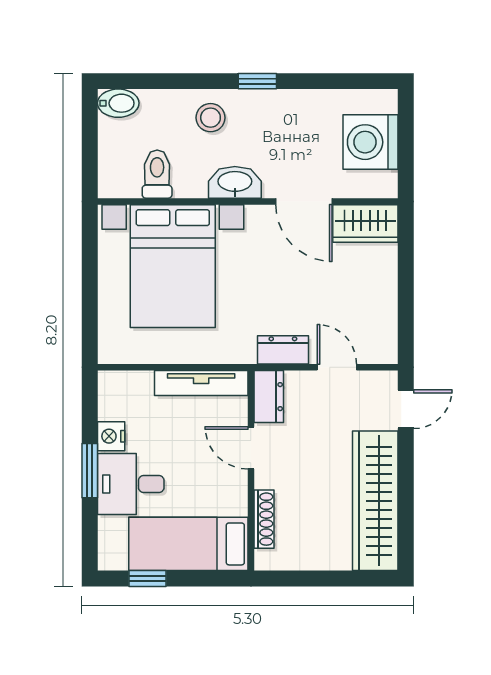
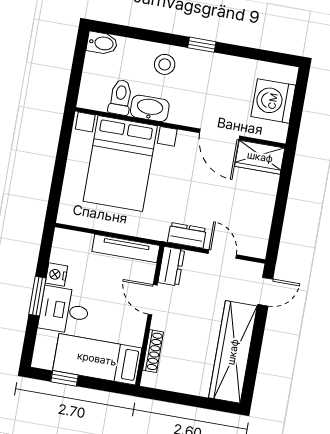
washbasin: (235, 182) -> (150, 108), moved

